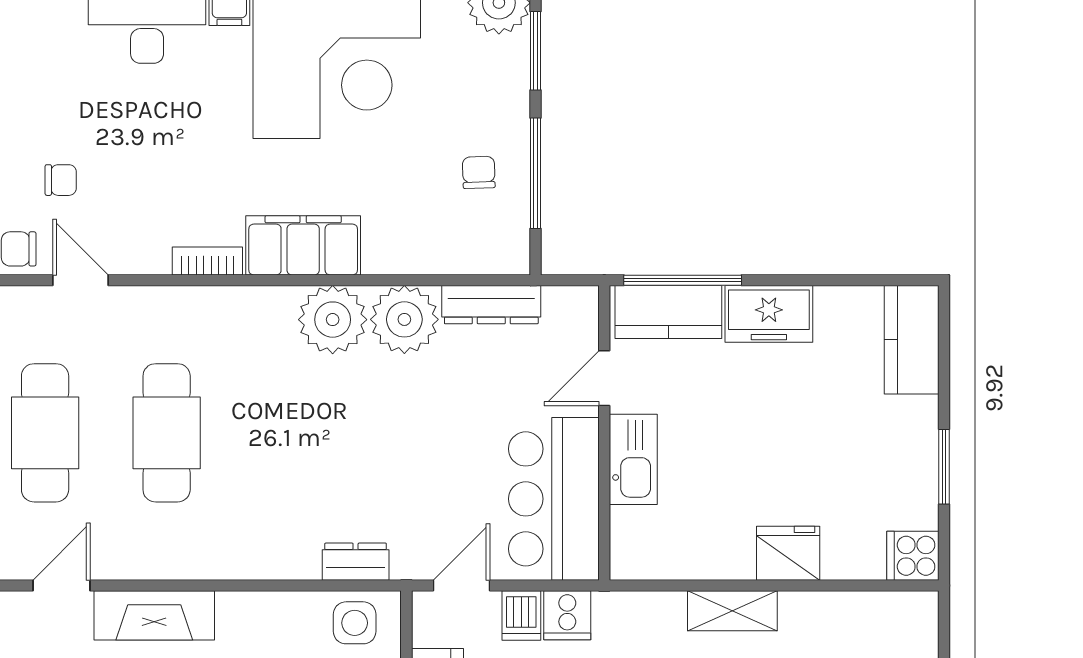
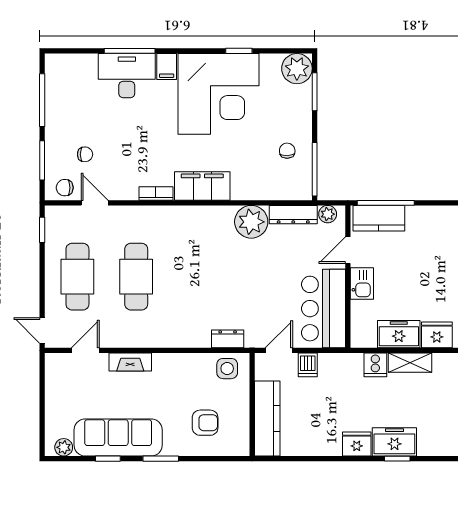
window: (535, 173) -> (315, 169), moved
freezer: (769, 314) -> (399, 334), moved, turned 180
plant: (333, 320) -> (328, 214), moved, width x0.53, depth x0.53
kitchen sink: (633, 459) -> (362, 283), width x0.73
fireplace: (154, 615) -> (130, 362), width x0.73, depth x0.76
cooker: (567, 615) -> (375, 365), moved

